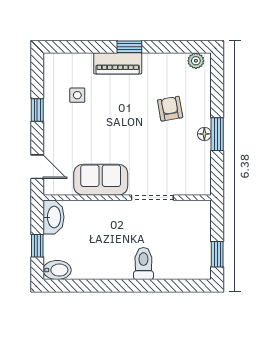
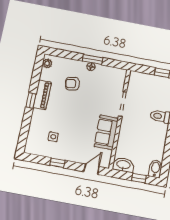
piano: (118, 63) -> (42, 95), moved

